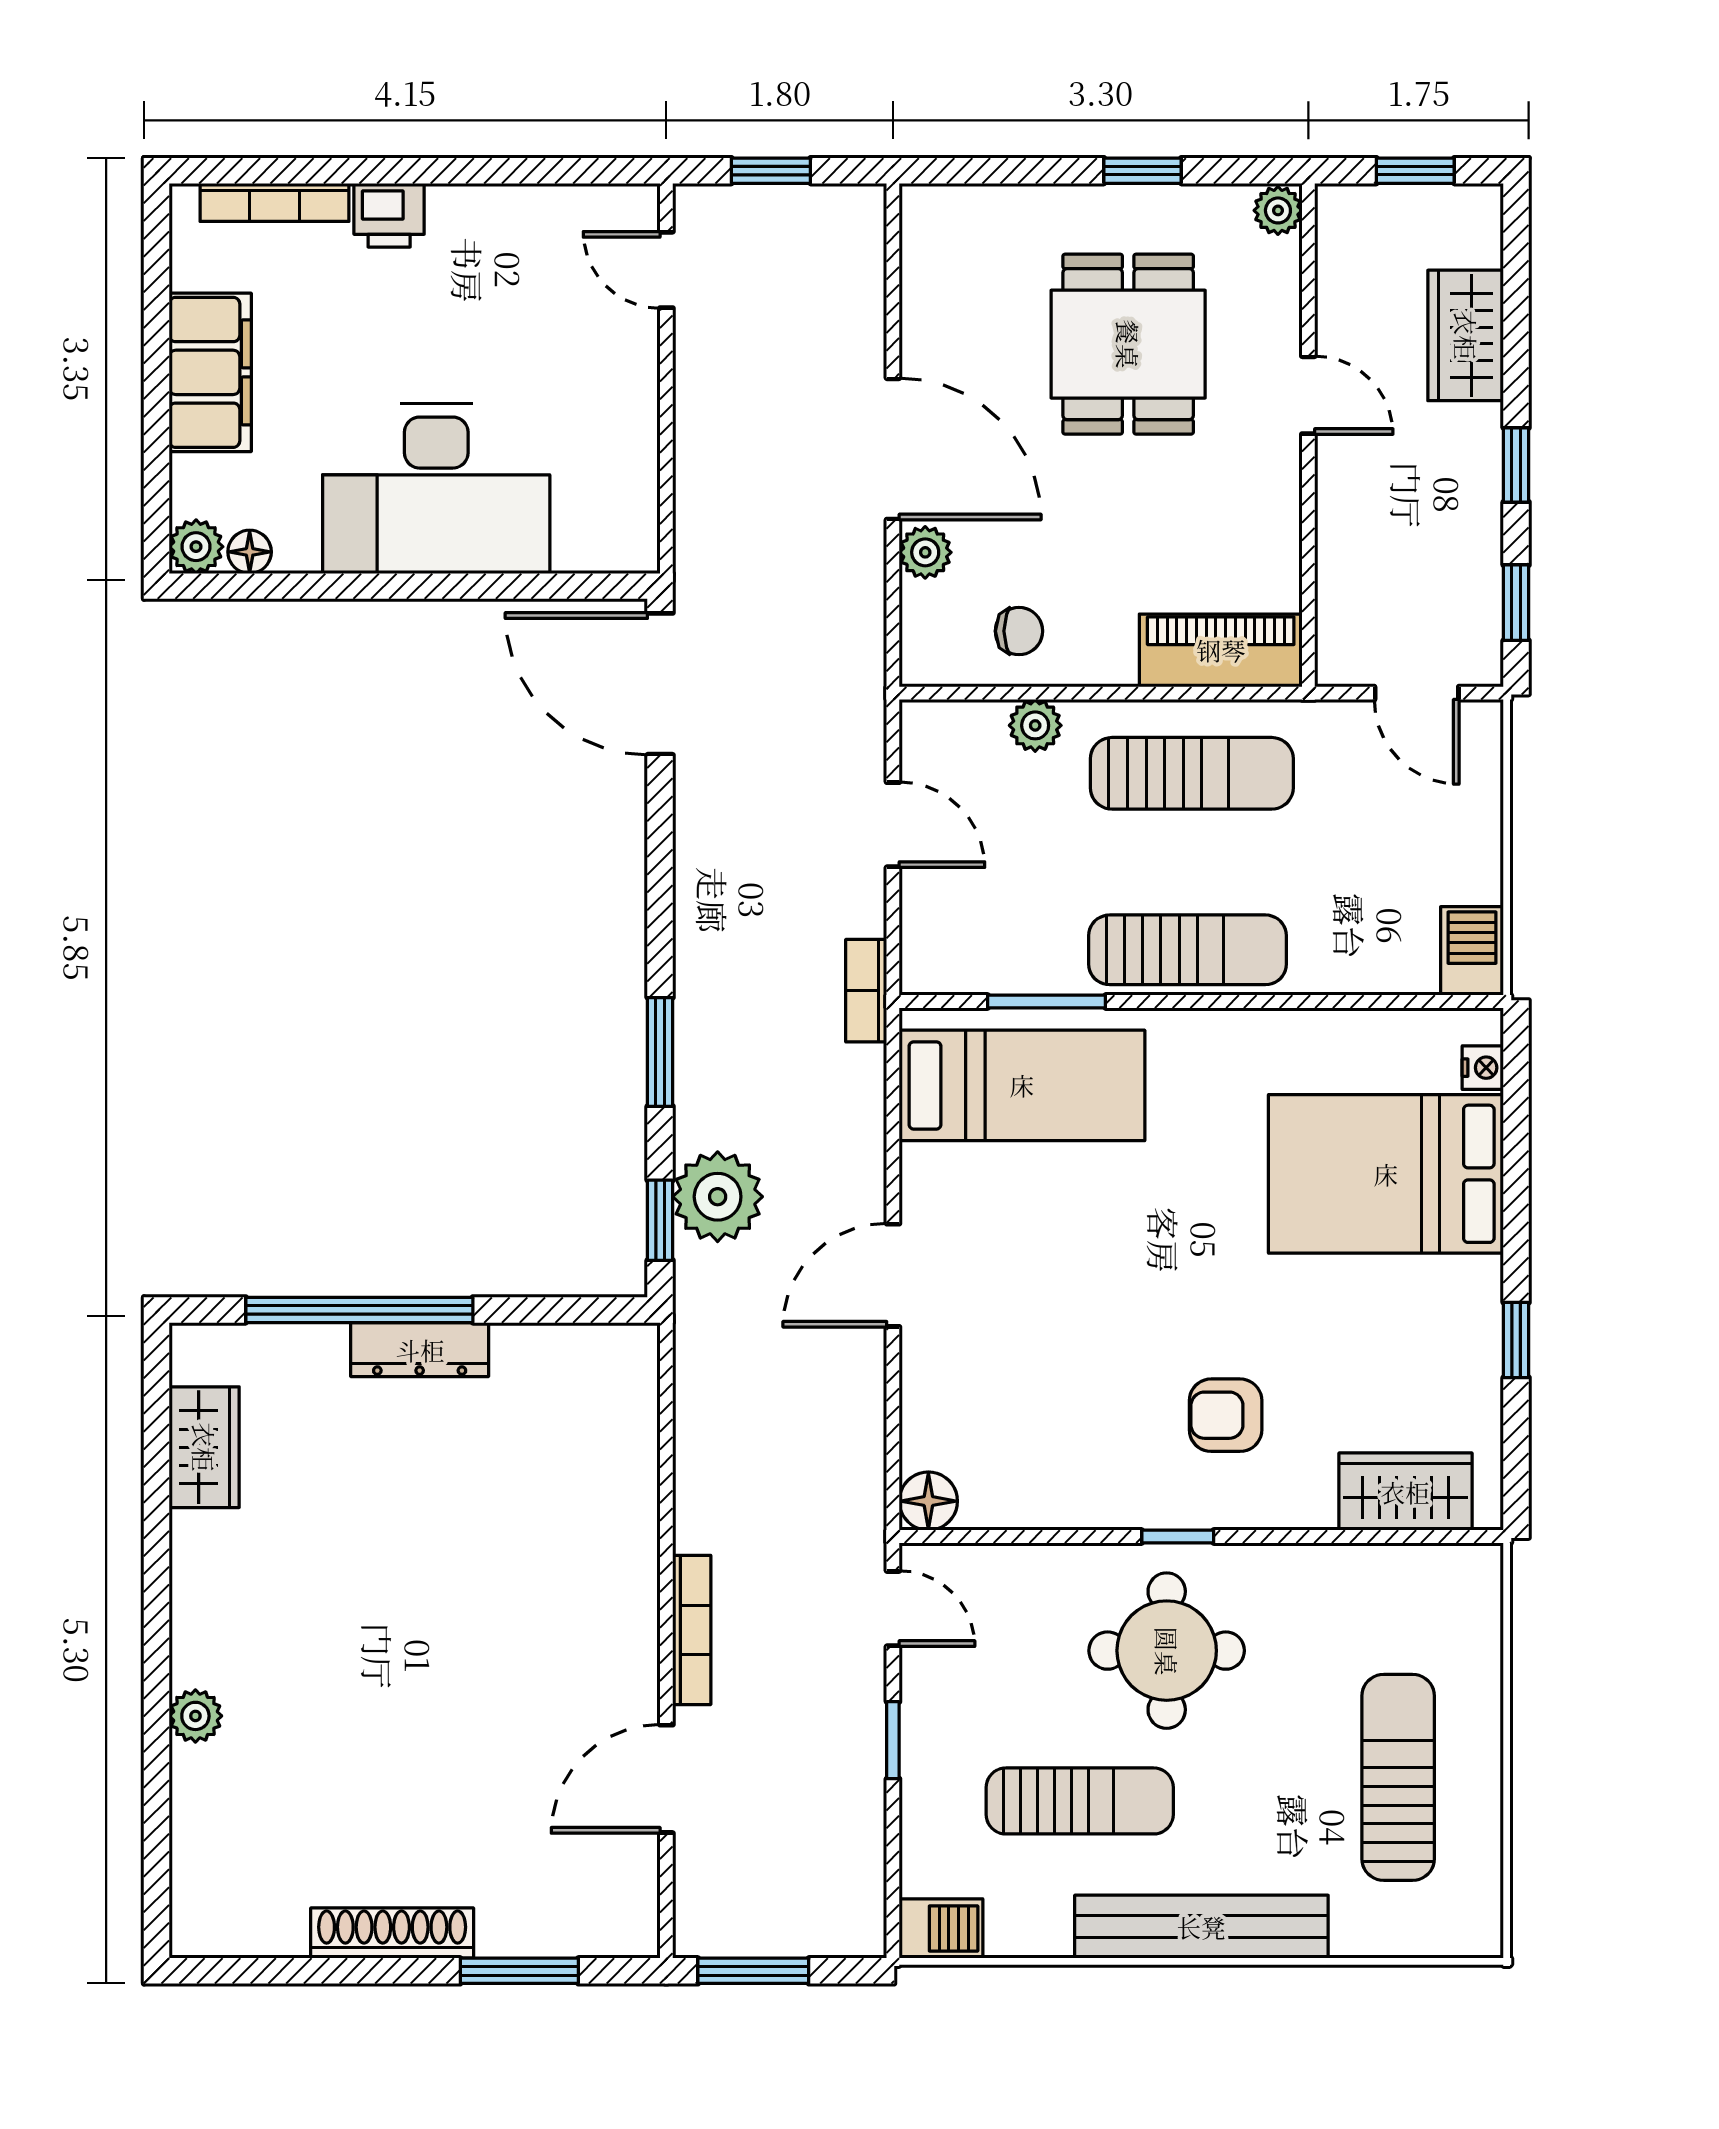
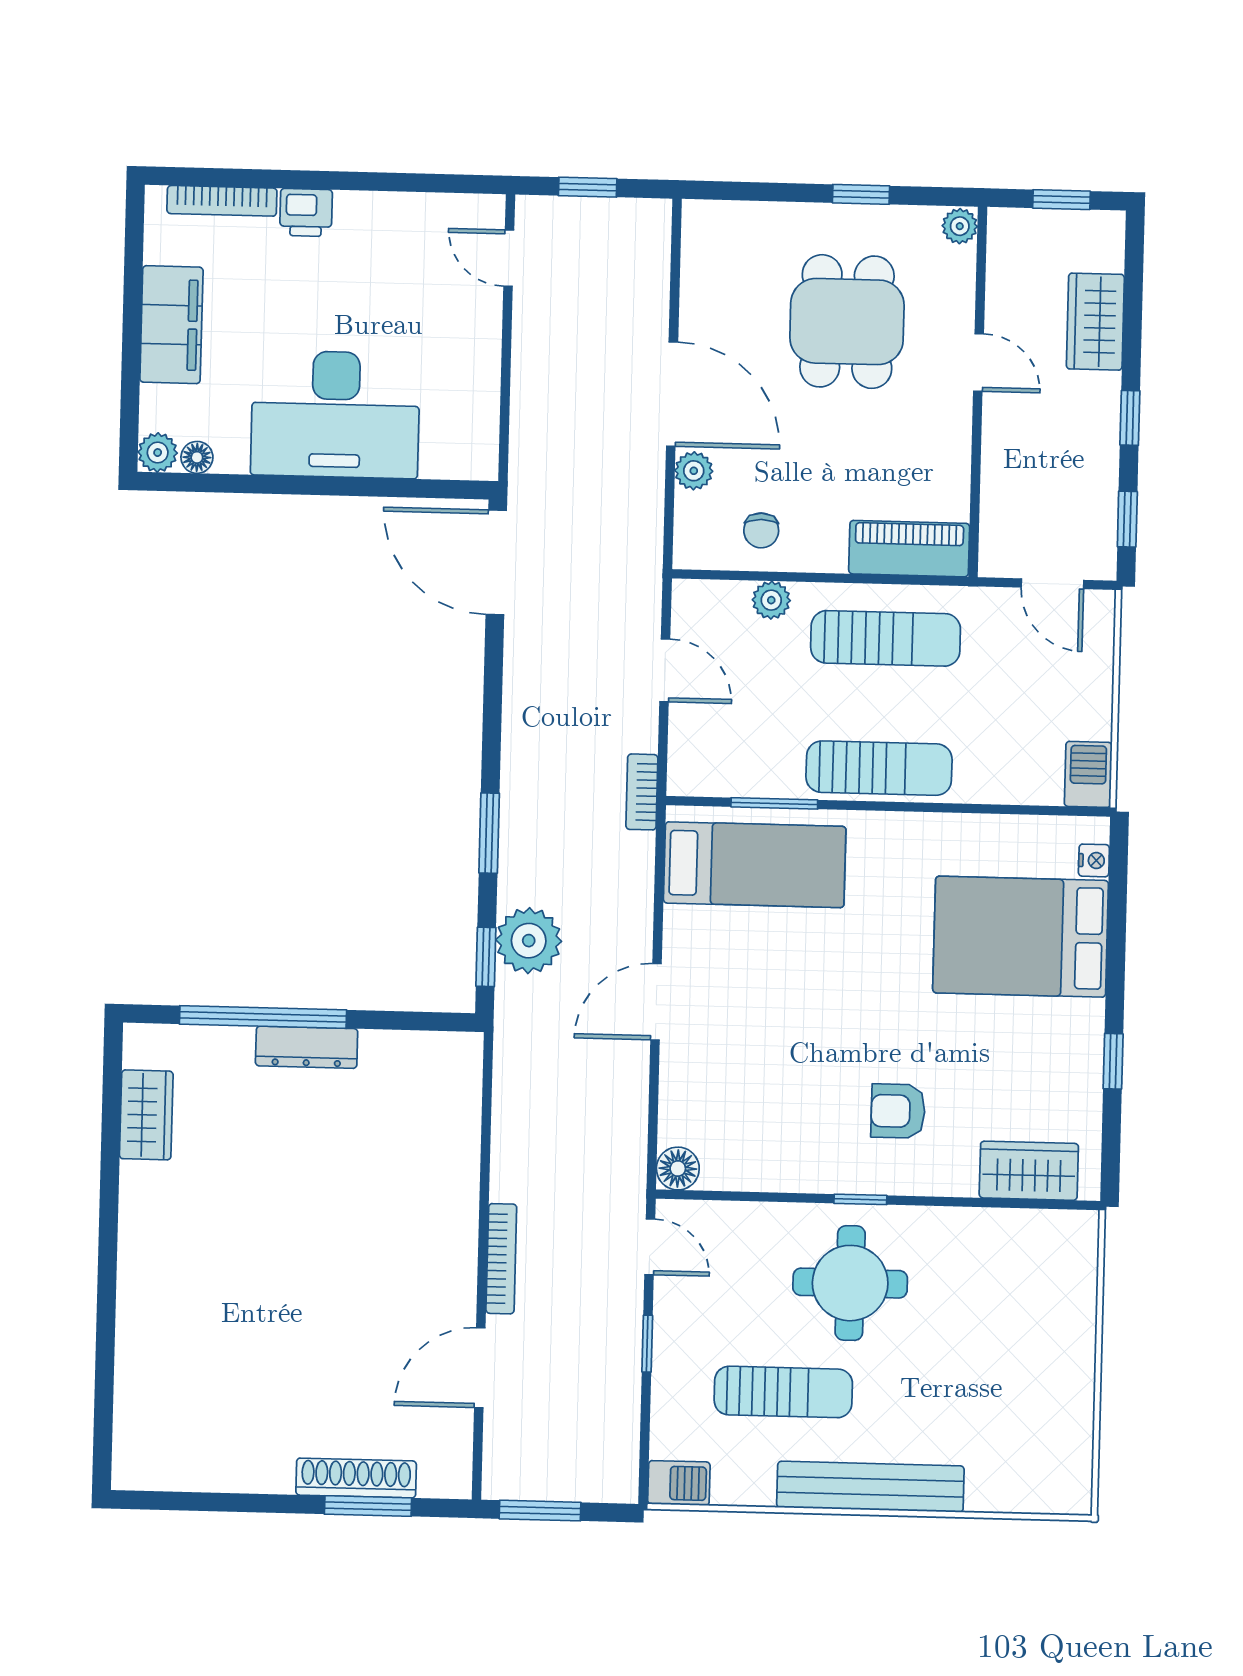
chair: (1019, 631) -> (761, 530), turned 90
plant: (195, 1716) -> (135, 1312), removed
sun lounger: (1398, 1777) -> (1018, 1381), removed
shoe rack: (392, 1933) -> (356, 1478), moved

